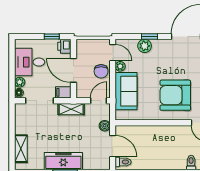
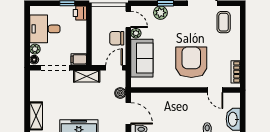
door: (73, 70) -> (89, 37), removed
chair: (101, 71) -> (117, 38), turned 90
armchair: (175, 95) -> (191, 62), turned 90

